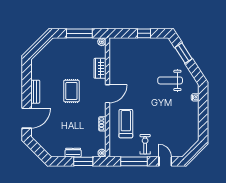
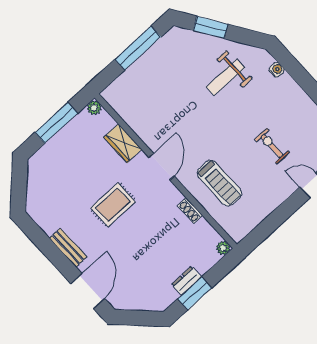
window: (144, 33) -> (138, 48), width x2.17
rug: (71, 91) -> (113, 205), turned 90
treadmill: (126, 124) -> (219, 183), turned 180
exercise bike: (145, 144) -> (272, 146), moved
window: (83, 161) -> (195, 293), moved
window: (134, 161) -> (273, 221), removed

